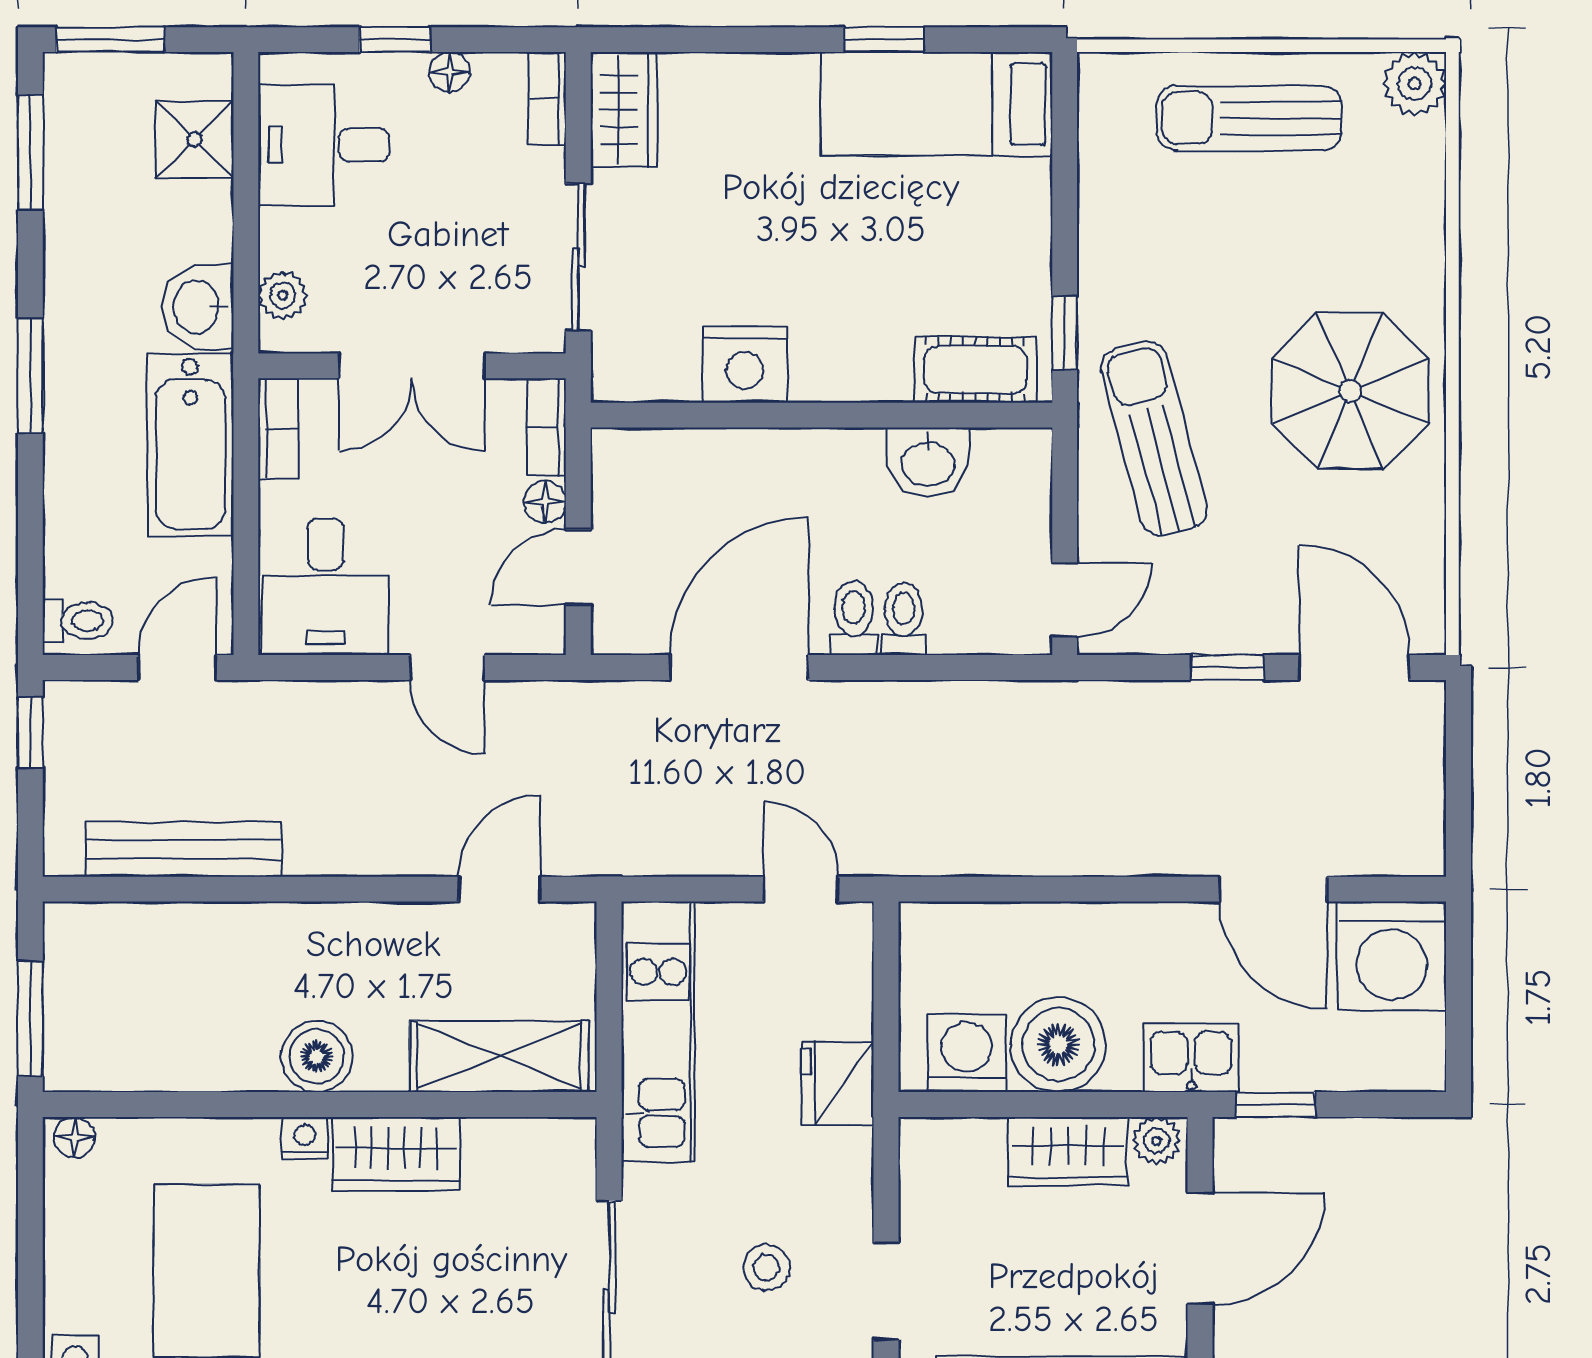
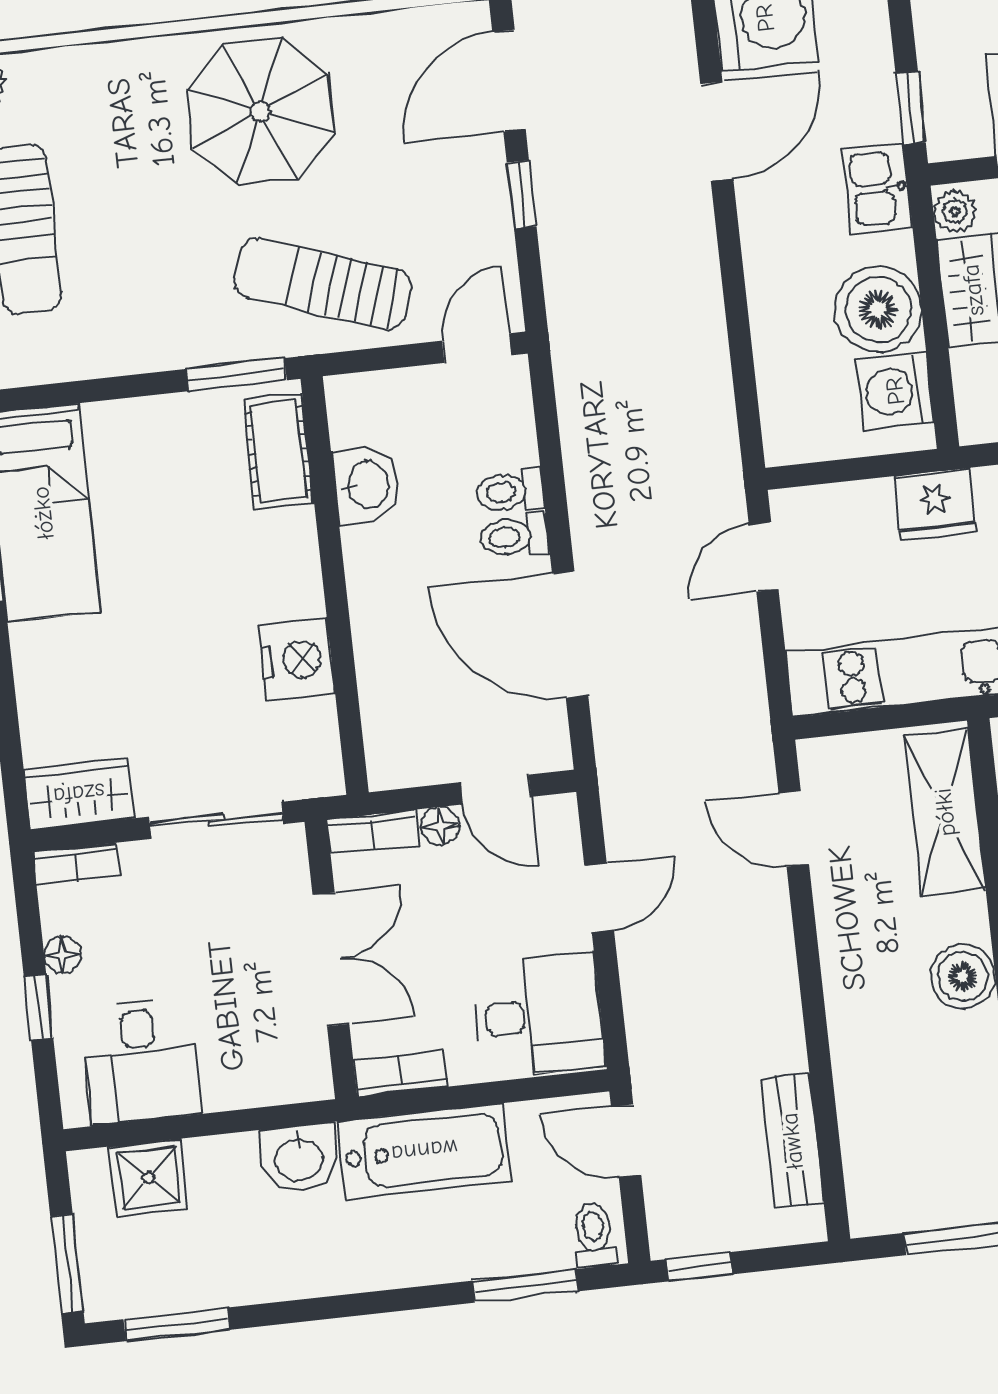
plant: (283, 295) -> (280, 1083), removed
window: (1065, 333) -> (236, 375), width x1.50
window: (30, 376) -> (525, 1286), moved
sun lounger: (1154, 439) -> (323, 284), turned 34
door: (1065, 600) -> (477, 348), hinge flipped
bench: (184, 849) -> (792, 1141), width x0.73

